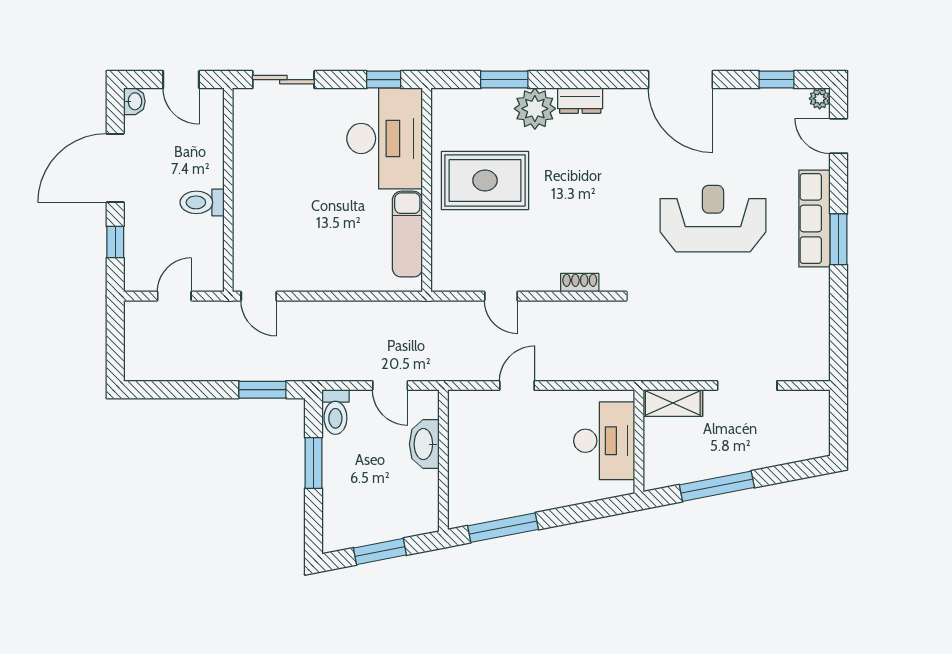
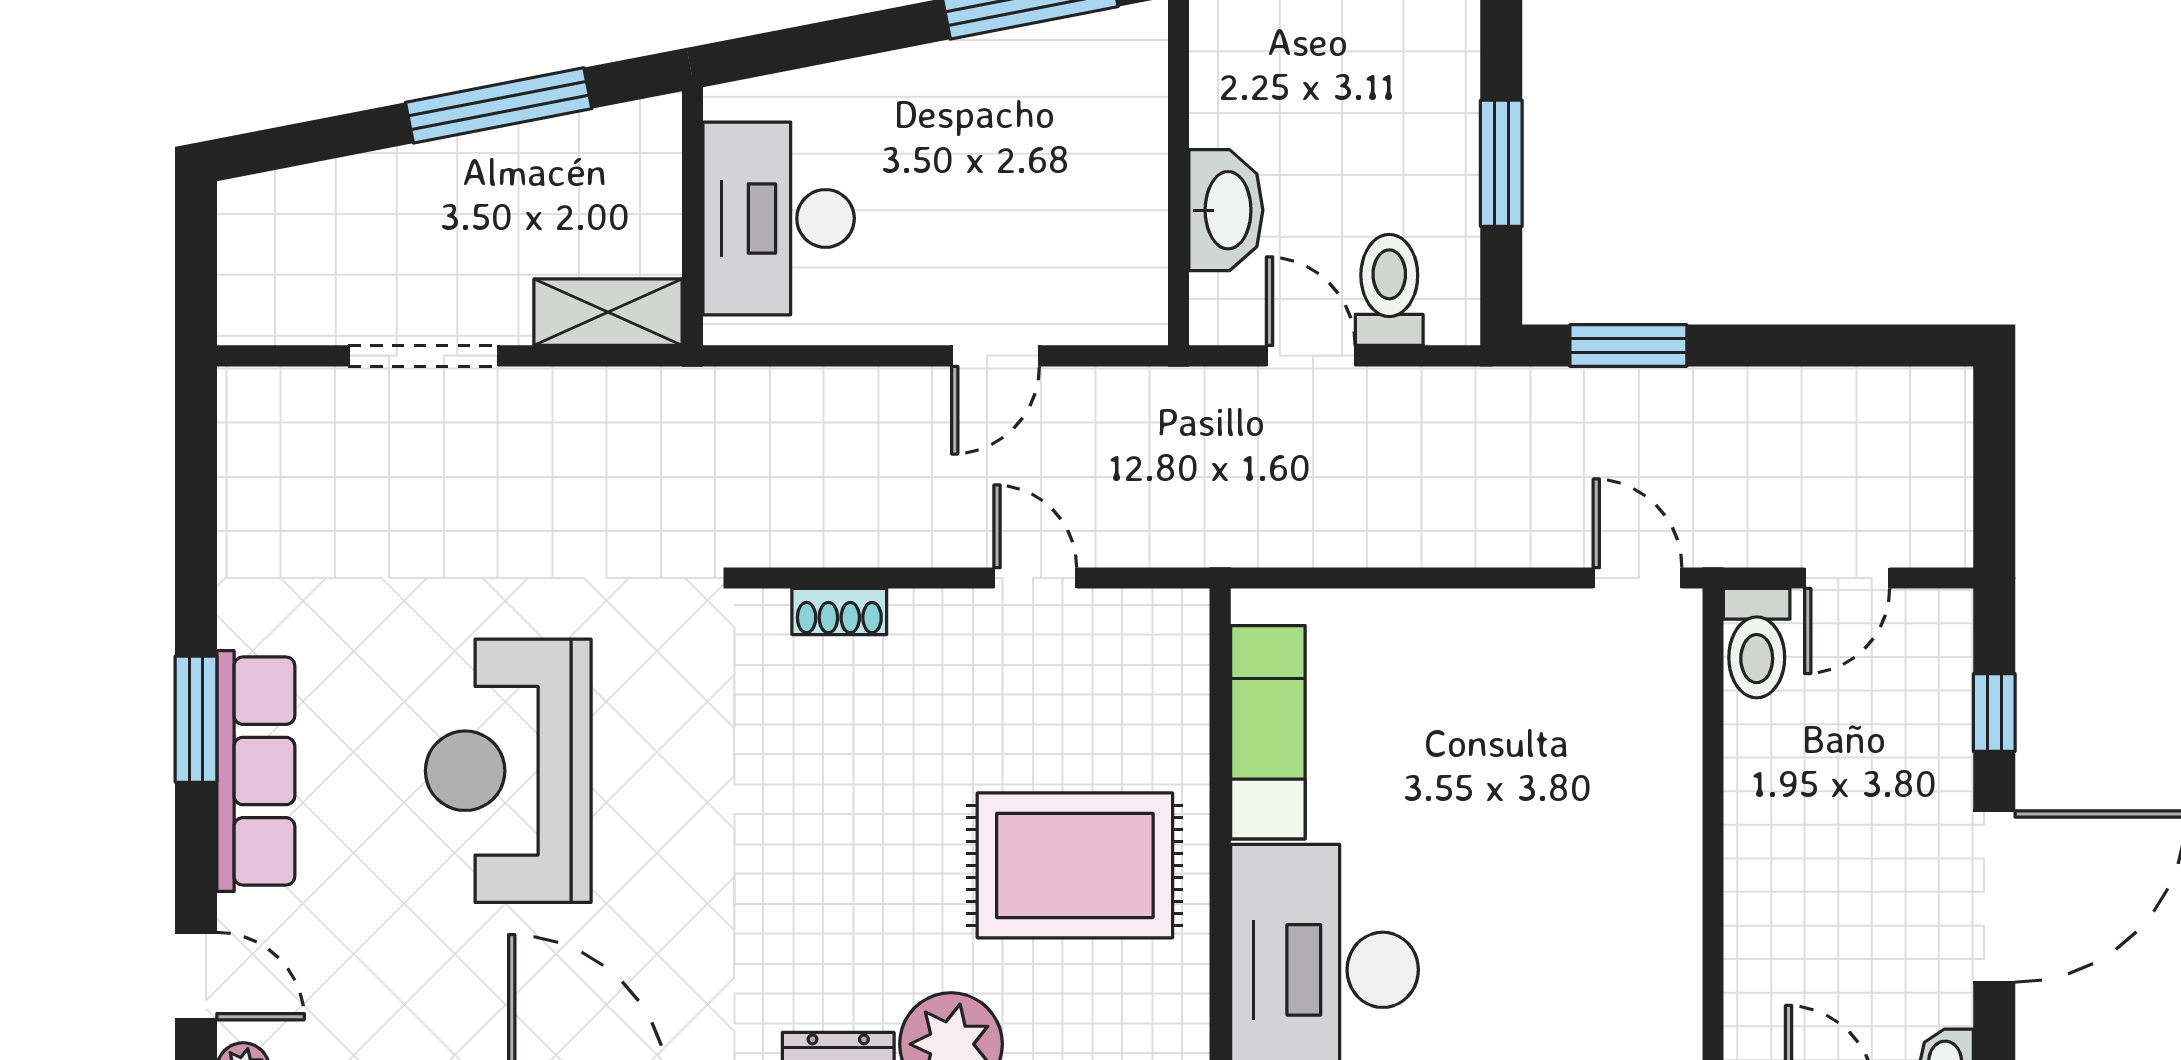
toilet: (202, 202) -> (1757, 643), moved, turned 90
reception desk: (713, 219) -> (508, 771), turned 90
toilet: (335, 412) -> (1389, 290), moved

